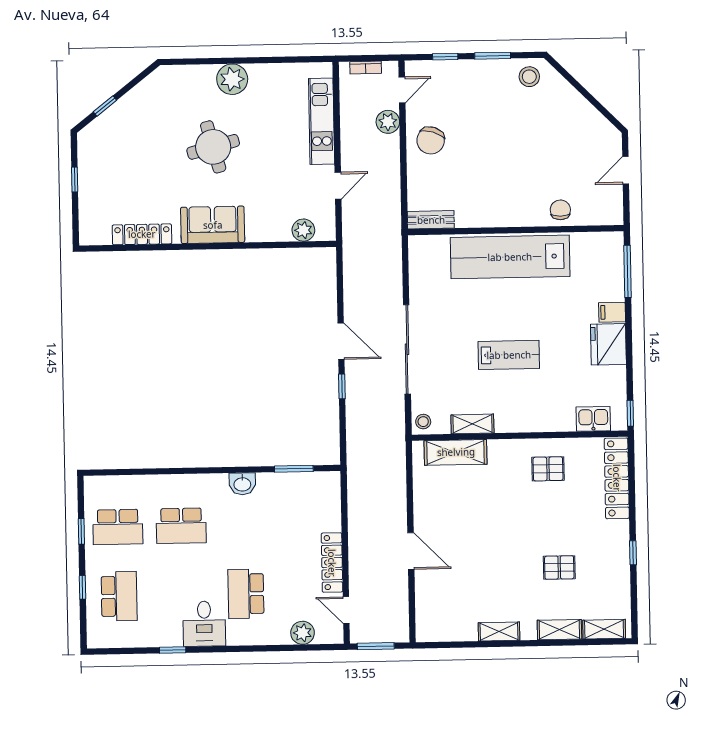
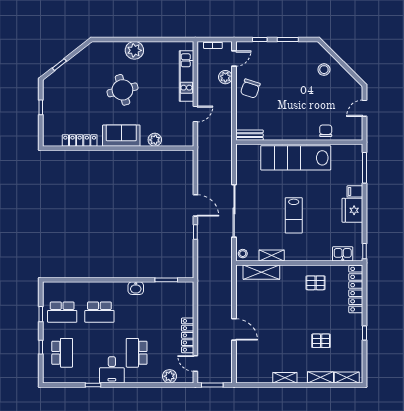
stool: (529, 77) -> (324, 70), moved
plant: (303, 230) -> (155, 140), moved
lab bench: (509, 355) -> (294, 215), turned 90

